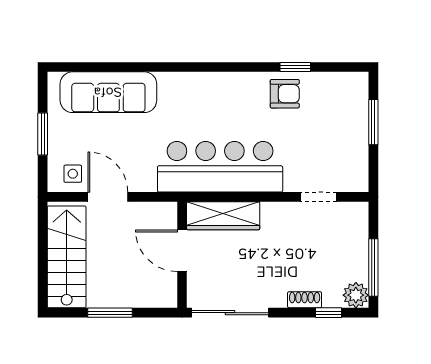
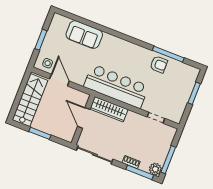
window: (295, 67) -> (168, 54), width x2.17
sofa: (108, 92) -> (84, 35), width x0.73
window: (328, 313) -> (140, 172), width x2.17

